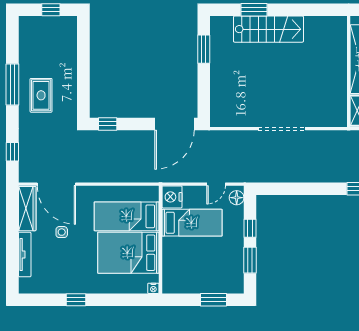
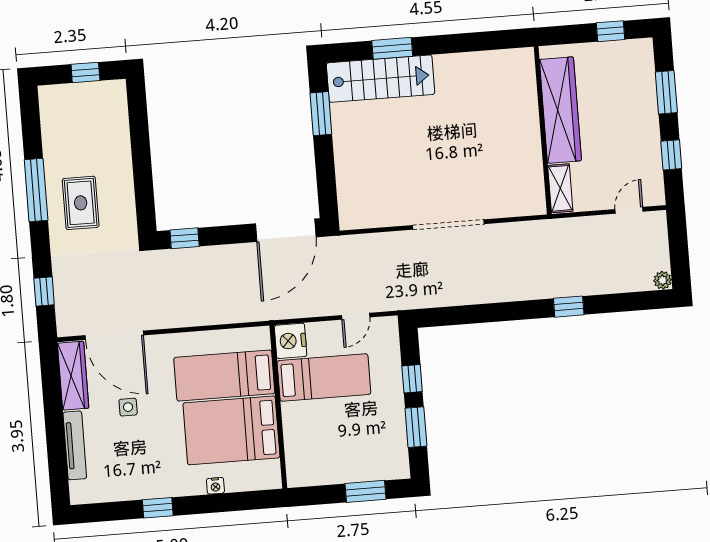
stairs: (268, 29) -> (381, 79), moved
floor lamp: (237, 198) -> (388, 334), removed
nightstand: (153, 288) -> (215, 486), moved

